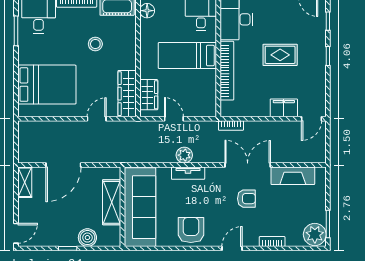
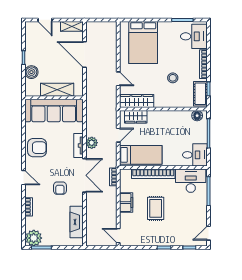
rug: (280, 55) -> (156, 208), moved
bed: (187, 56) -> (141, 155), moved, turned 90
filing cabinet: (284, 108) -> (126, 203), moved
double door: (248, 165) -> (84, 175), moved
door: (16, 233) -> (45, 20), moved

